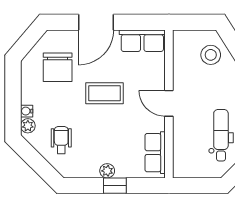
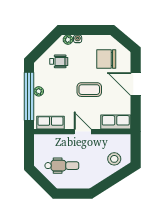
row of seats: (142, 41) -> (116, 122), moved, turned 90
coffee table: (104, 93) -> (89, 90), turned 90
door: (169, 103) -> (83, 132), hinge flipped
window: (115, 186) -> (29, 96), width x3.17

